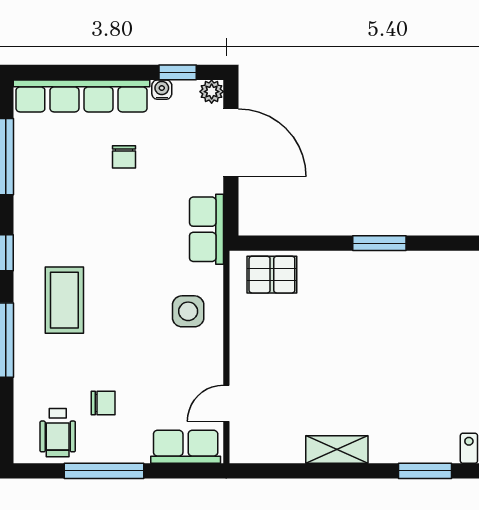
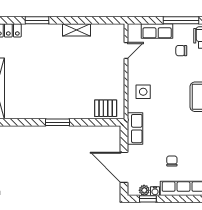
plant: (212, 92) -> (144, 190), moved
row of seats: (186, 447) -> (157, 31), moved

